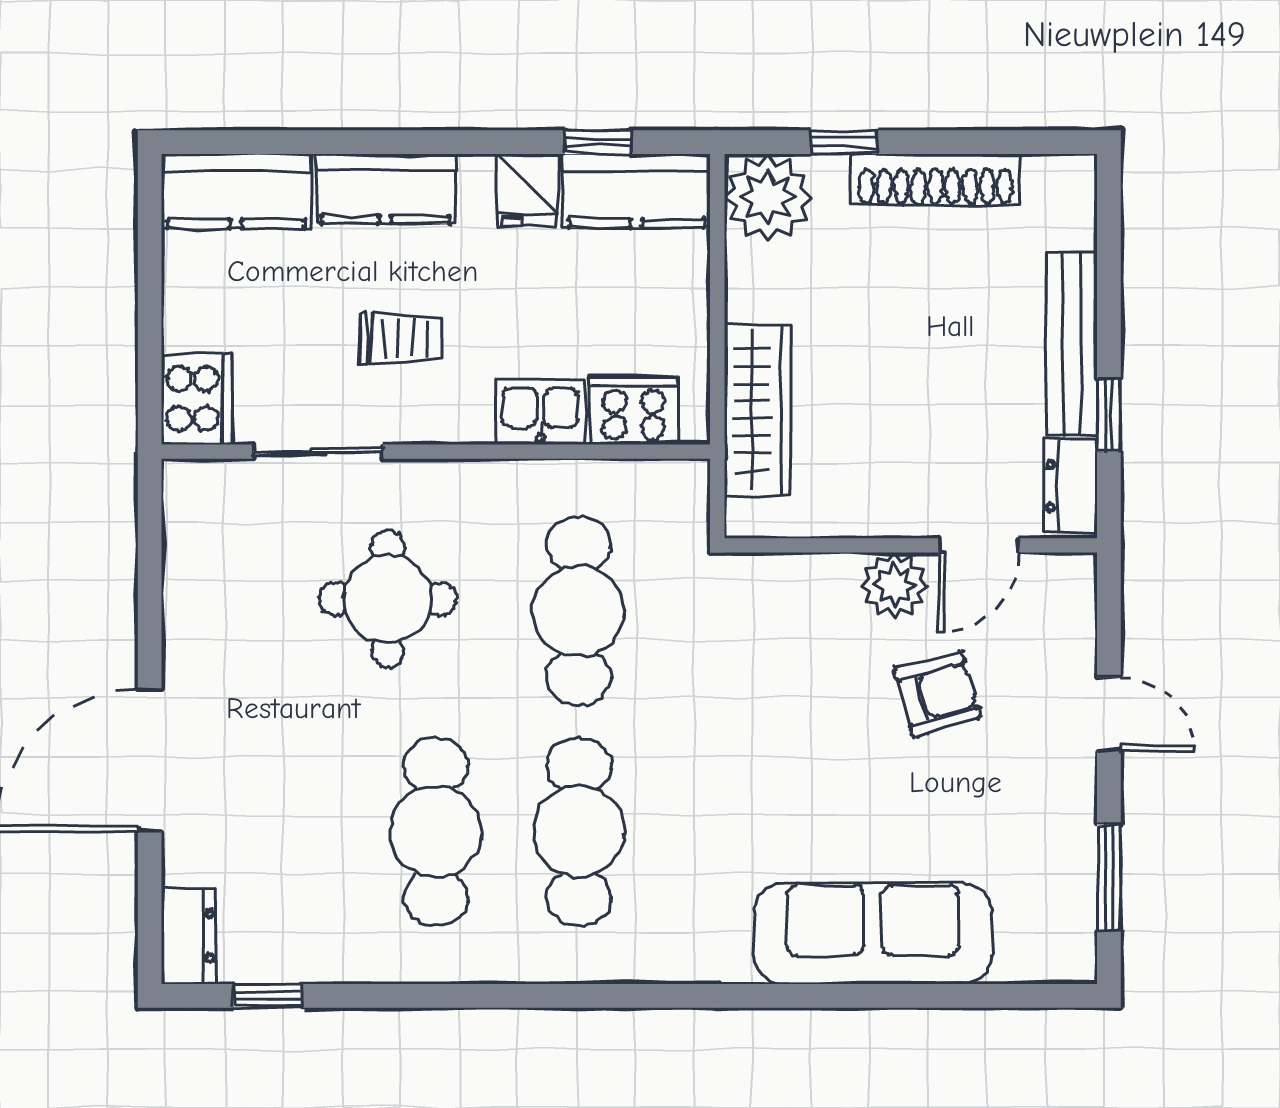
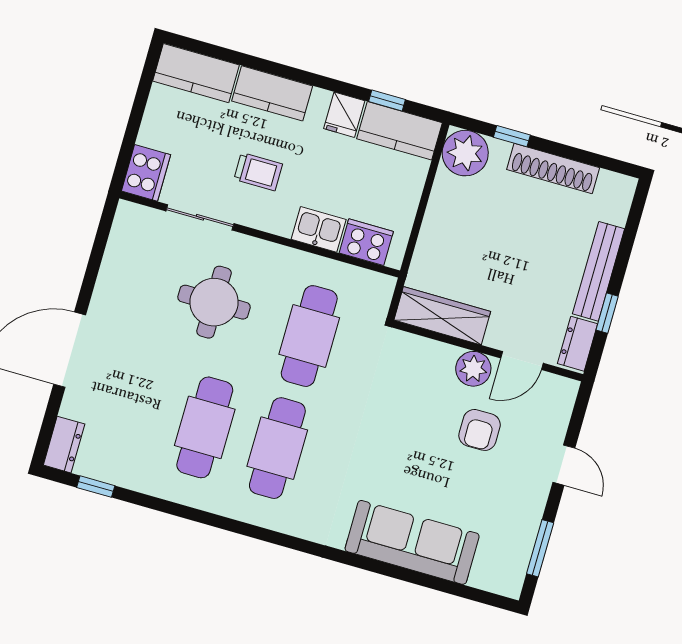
wardrobe: (758, 410) -> (442, 316), moved, turned -90
armchair: (937, 694) -> (480, 430), turned 106

